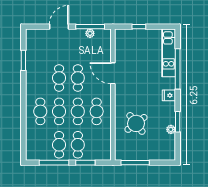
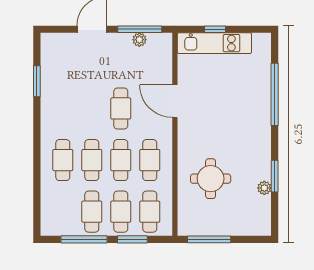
kitchen unit: (169, 53) -> (214, 43), moved, turned -90
cafe table: (59, 78) -> (150, 212), moved
fridge: (169, 95) -> (261, 135), removed
round table: (136, 123) -> (211, 179), turned 37

